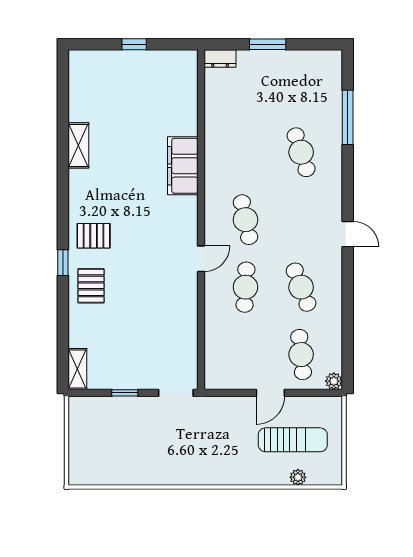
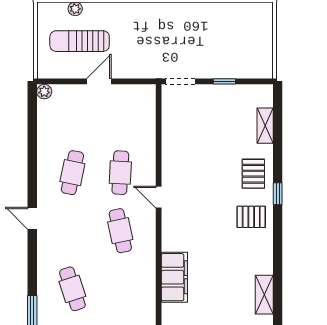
door: (201, 259) -> (159, 197), hinge flipped
cafe table: (301, 287) -> (72, 173), turned 33
cafe table: (301, 355) -> (72, 114), removed
shelving: (77, 369) -> (265, 126), moved

